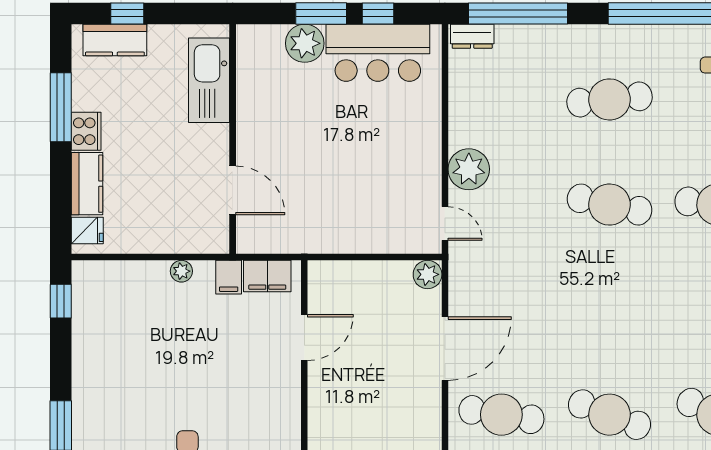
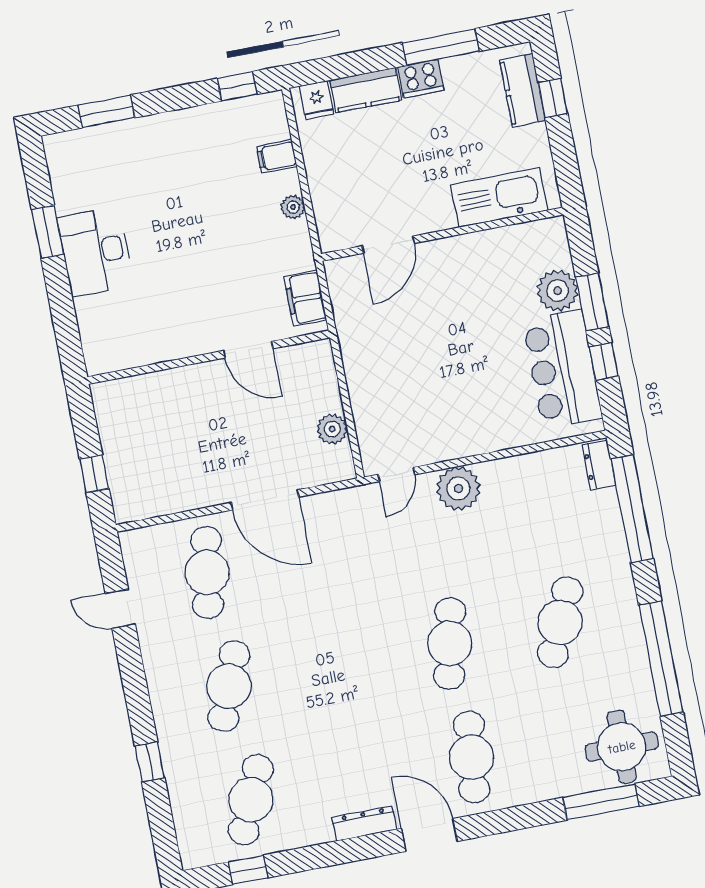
cafe table: (610, 99) -> (560, 622), turned 30
plant: (428, 274) -> (332, 429), moved
filing cabinet: (229, 277) -> (277, 156), moved

